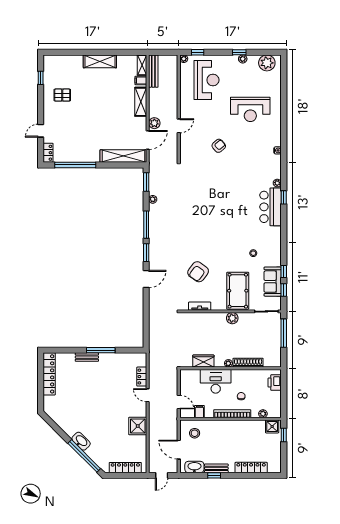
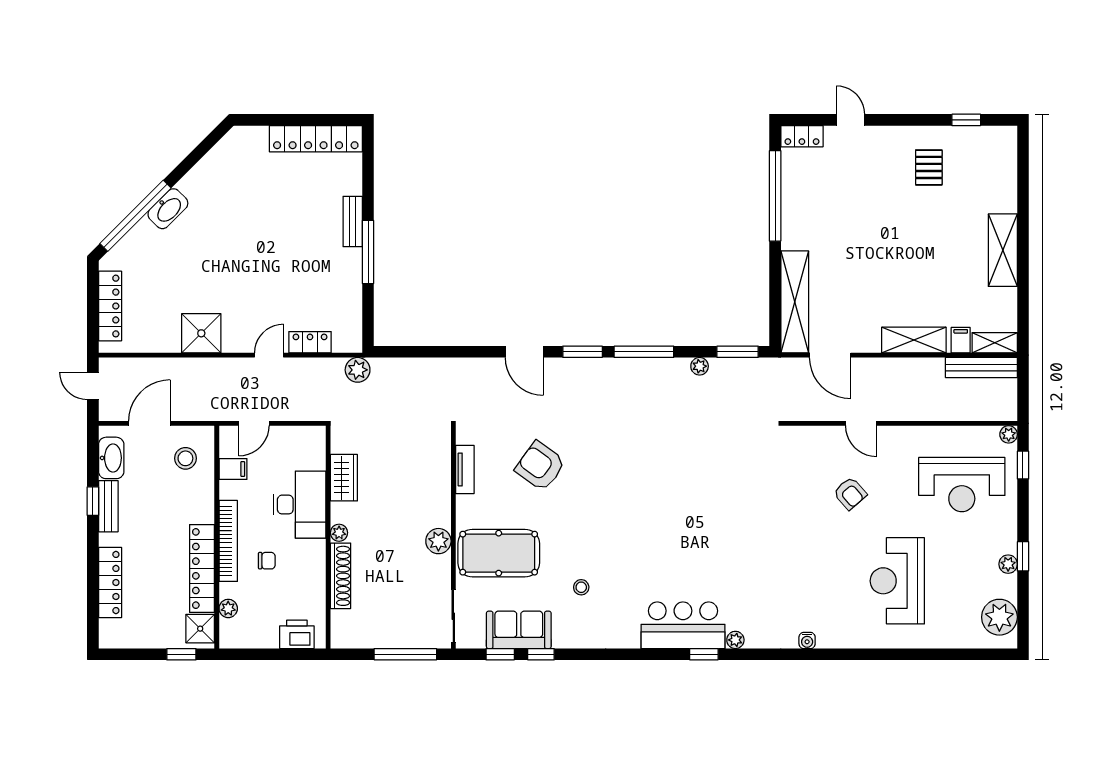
plant: (154, 123) -> (358, 370), moved
armchair: (219, 146) -> (850, 493), moved
locker: (245, 426) -> (202, 569), added

